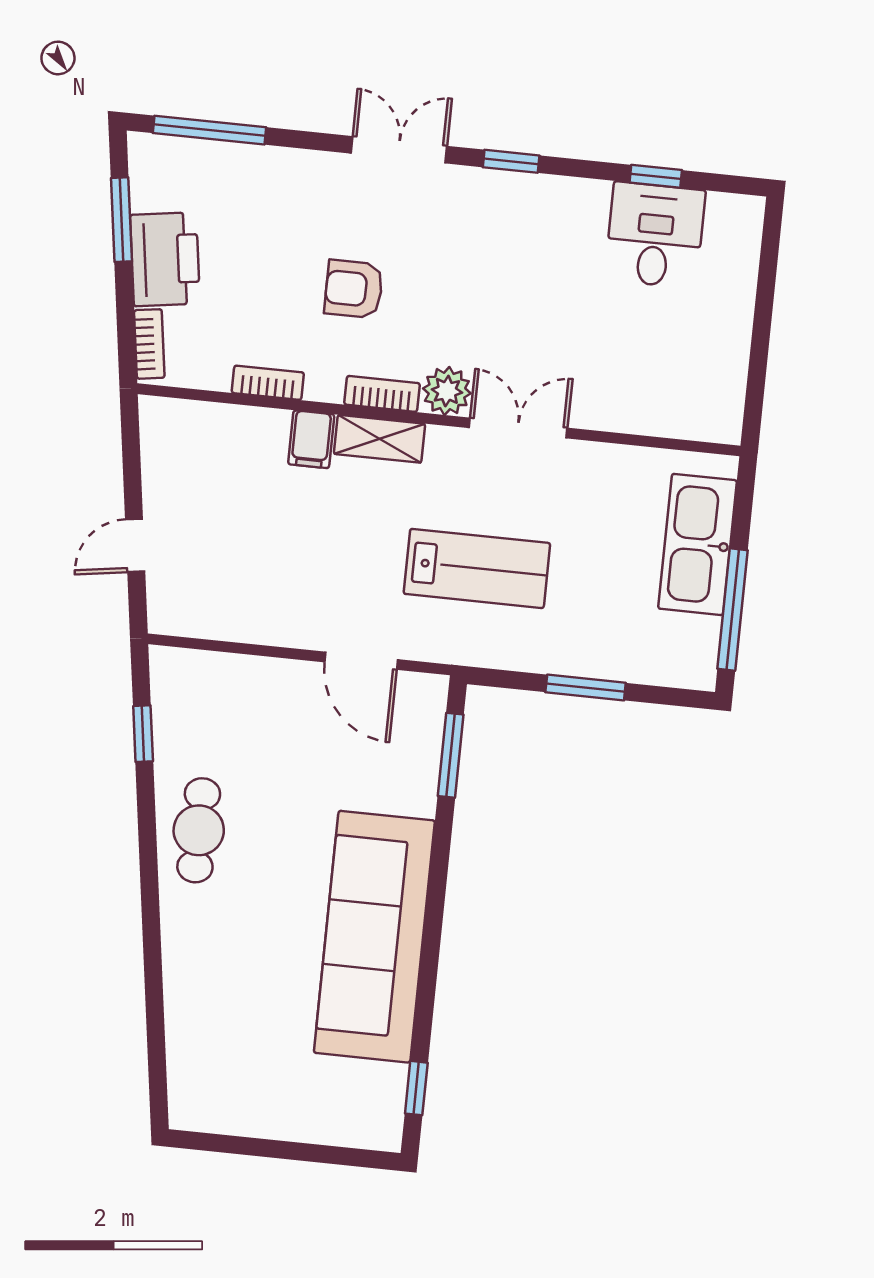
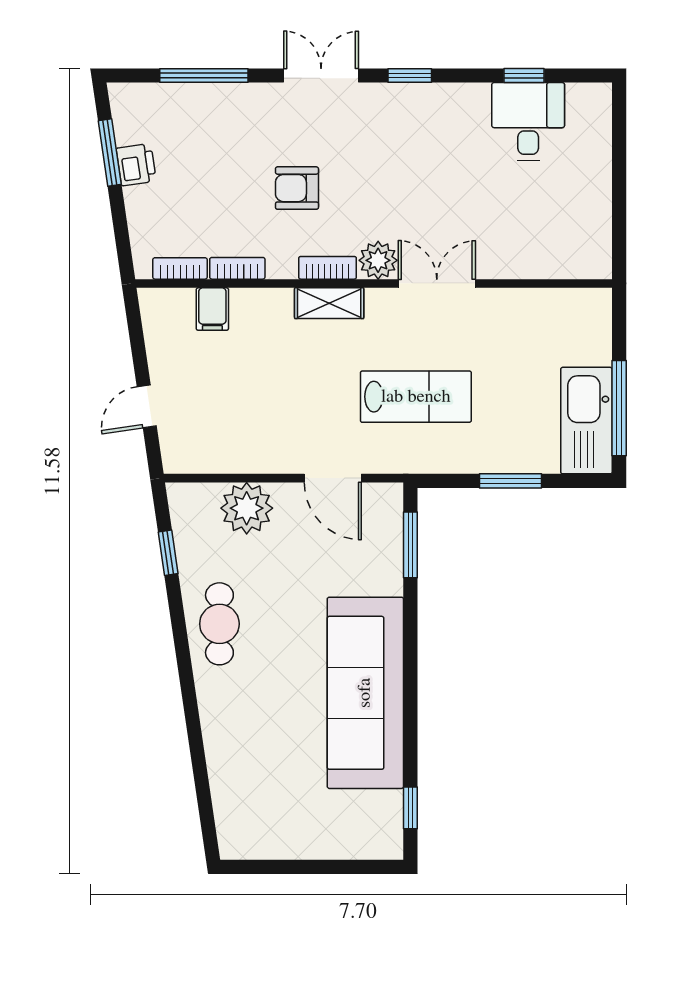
window: (209, 130) -> (204, 75), moved
printer: (165, 259) -> (136, 165), width x0.53, depth x0.68
bookcase: (149, 344) -> (180, 268), moved, turned -82
filing cabinet: (311, 439) -> (212, 309), moved
kitchen sink: (698, 544) -> (586, 421), moved
plant: (248, 688) -> (247, 508), added

